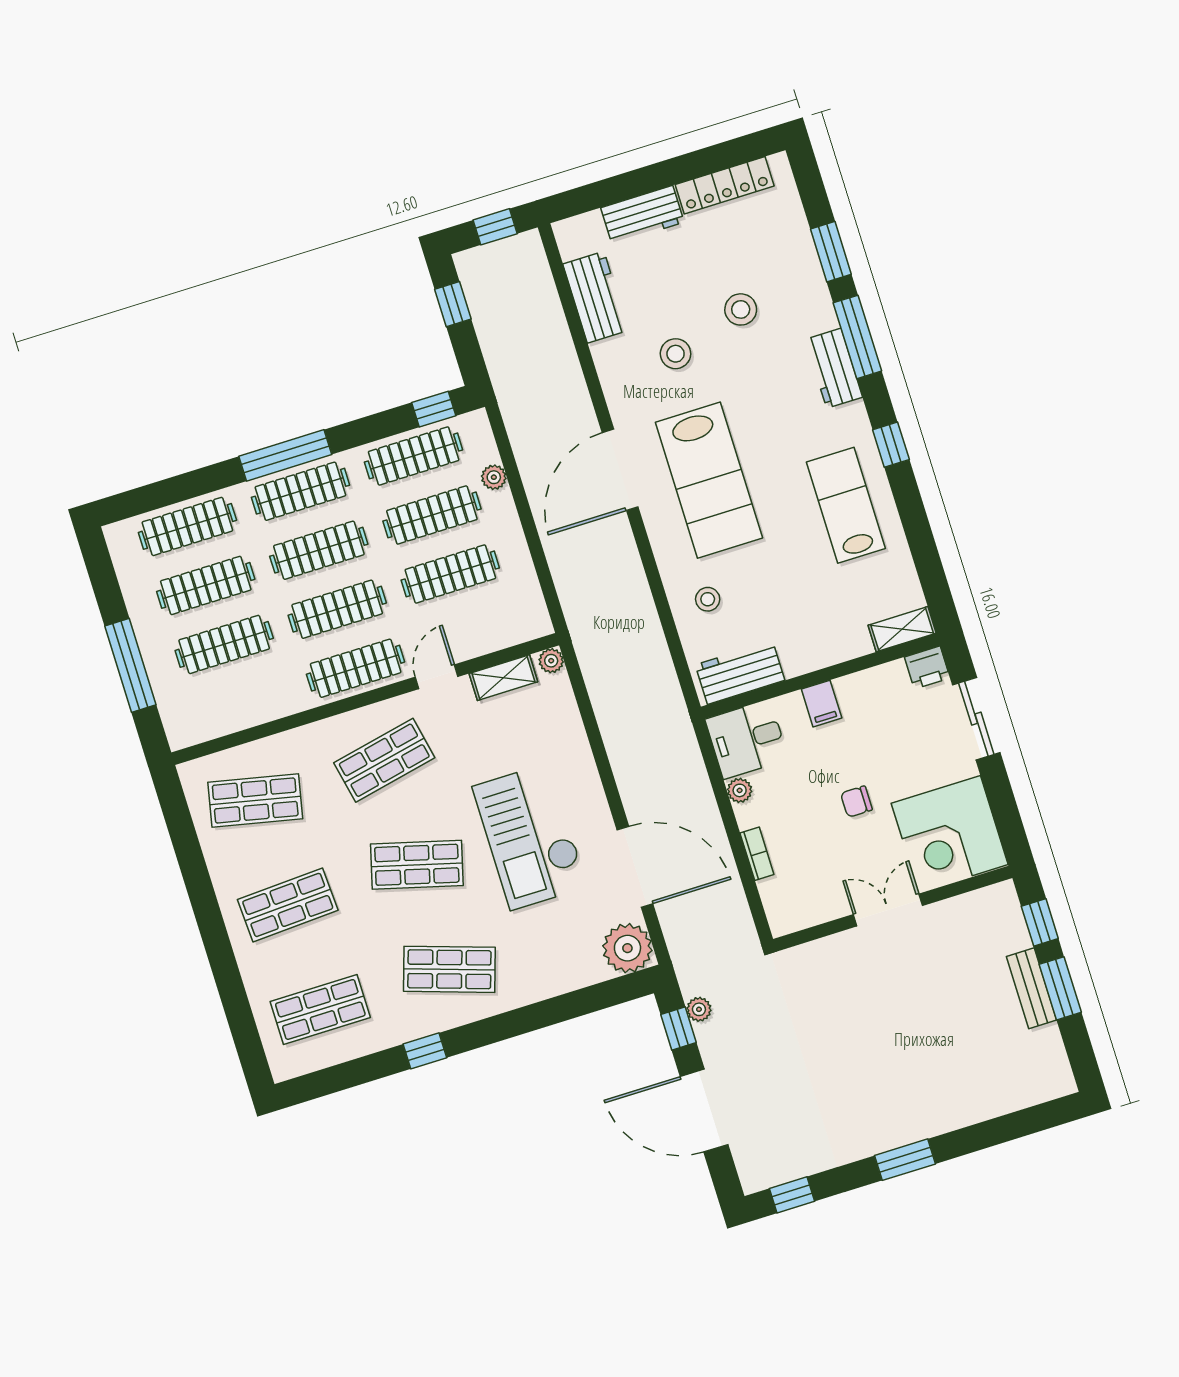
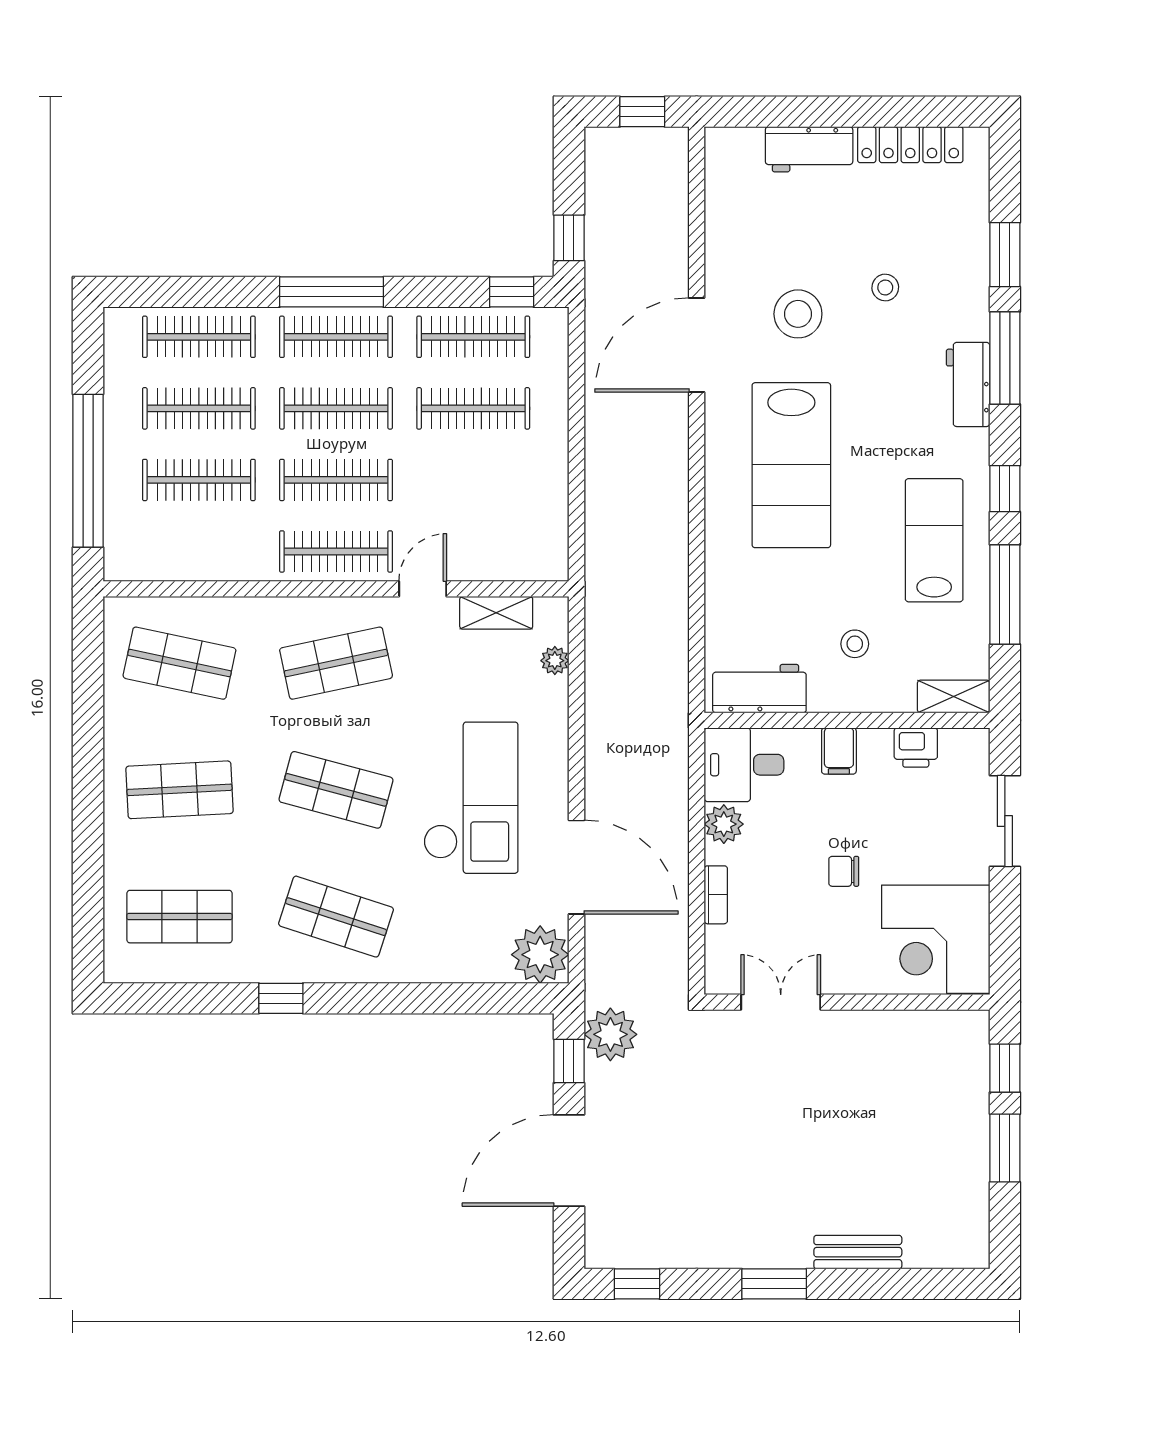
workbench: (596, 297) -> (729, 224), removed
window: (453, 304) -> (569, 238), moved
stool: (741, 309) -> (885, 288), width x0.73, depth x0.73
stool: (676, 354) -> (798, 314), width x1.38, depth x1.38
door: (620, 470) -> (697, 345), moved
plant: (494, 477) -> (555, 388), removed
window: (918, 532) -> (1005, 595), added
clothes rail: (450, 574) -> (473, 480), removed
stool: (708, 599) -> (855, 644), moved
plant: (551, 661) -> (555, 661), moved
window: (130, 665) -> (88, 471), width x1.46
printer: (927, 667) -> (916, 748), moved
plant: (740, 790) -> (724, 824), width x1.38, depth x1.38
checkout: (530, 837) -> (471, 798), turned 180
double door: (888, 910) -> (781, 1002), moved
bench: (1032, 988) -> (858, 1252), moved, turned 90
plant: (699, 1009) -> (610, 1034), width x1.88, depth x1.88
door: (704, 1111) -> (569, 1160), hinge flipped

